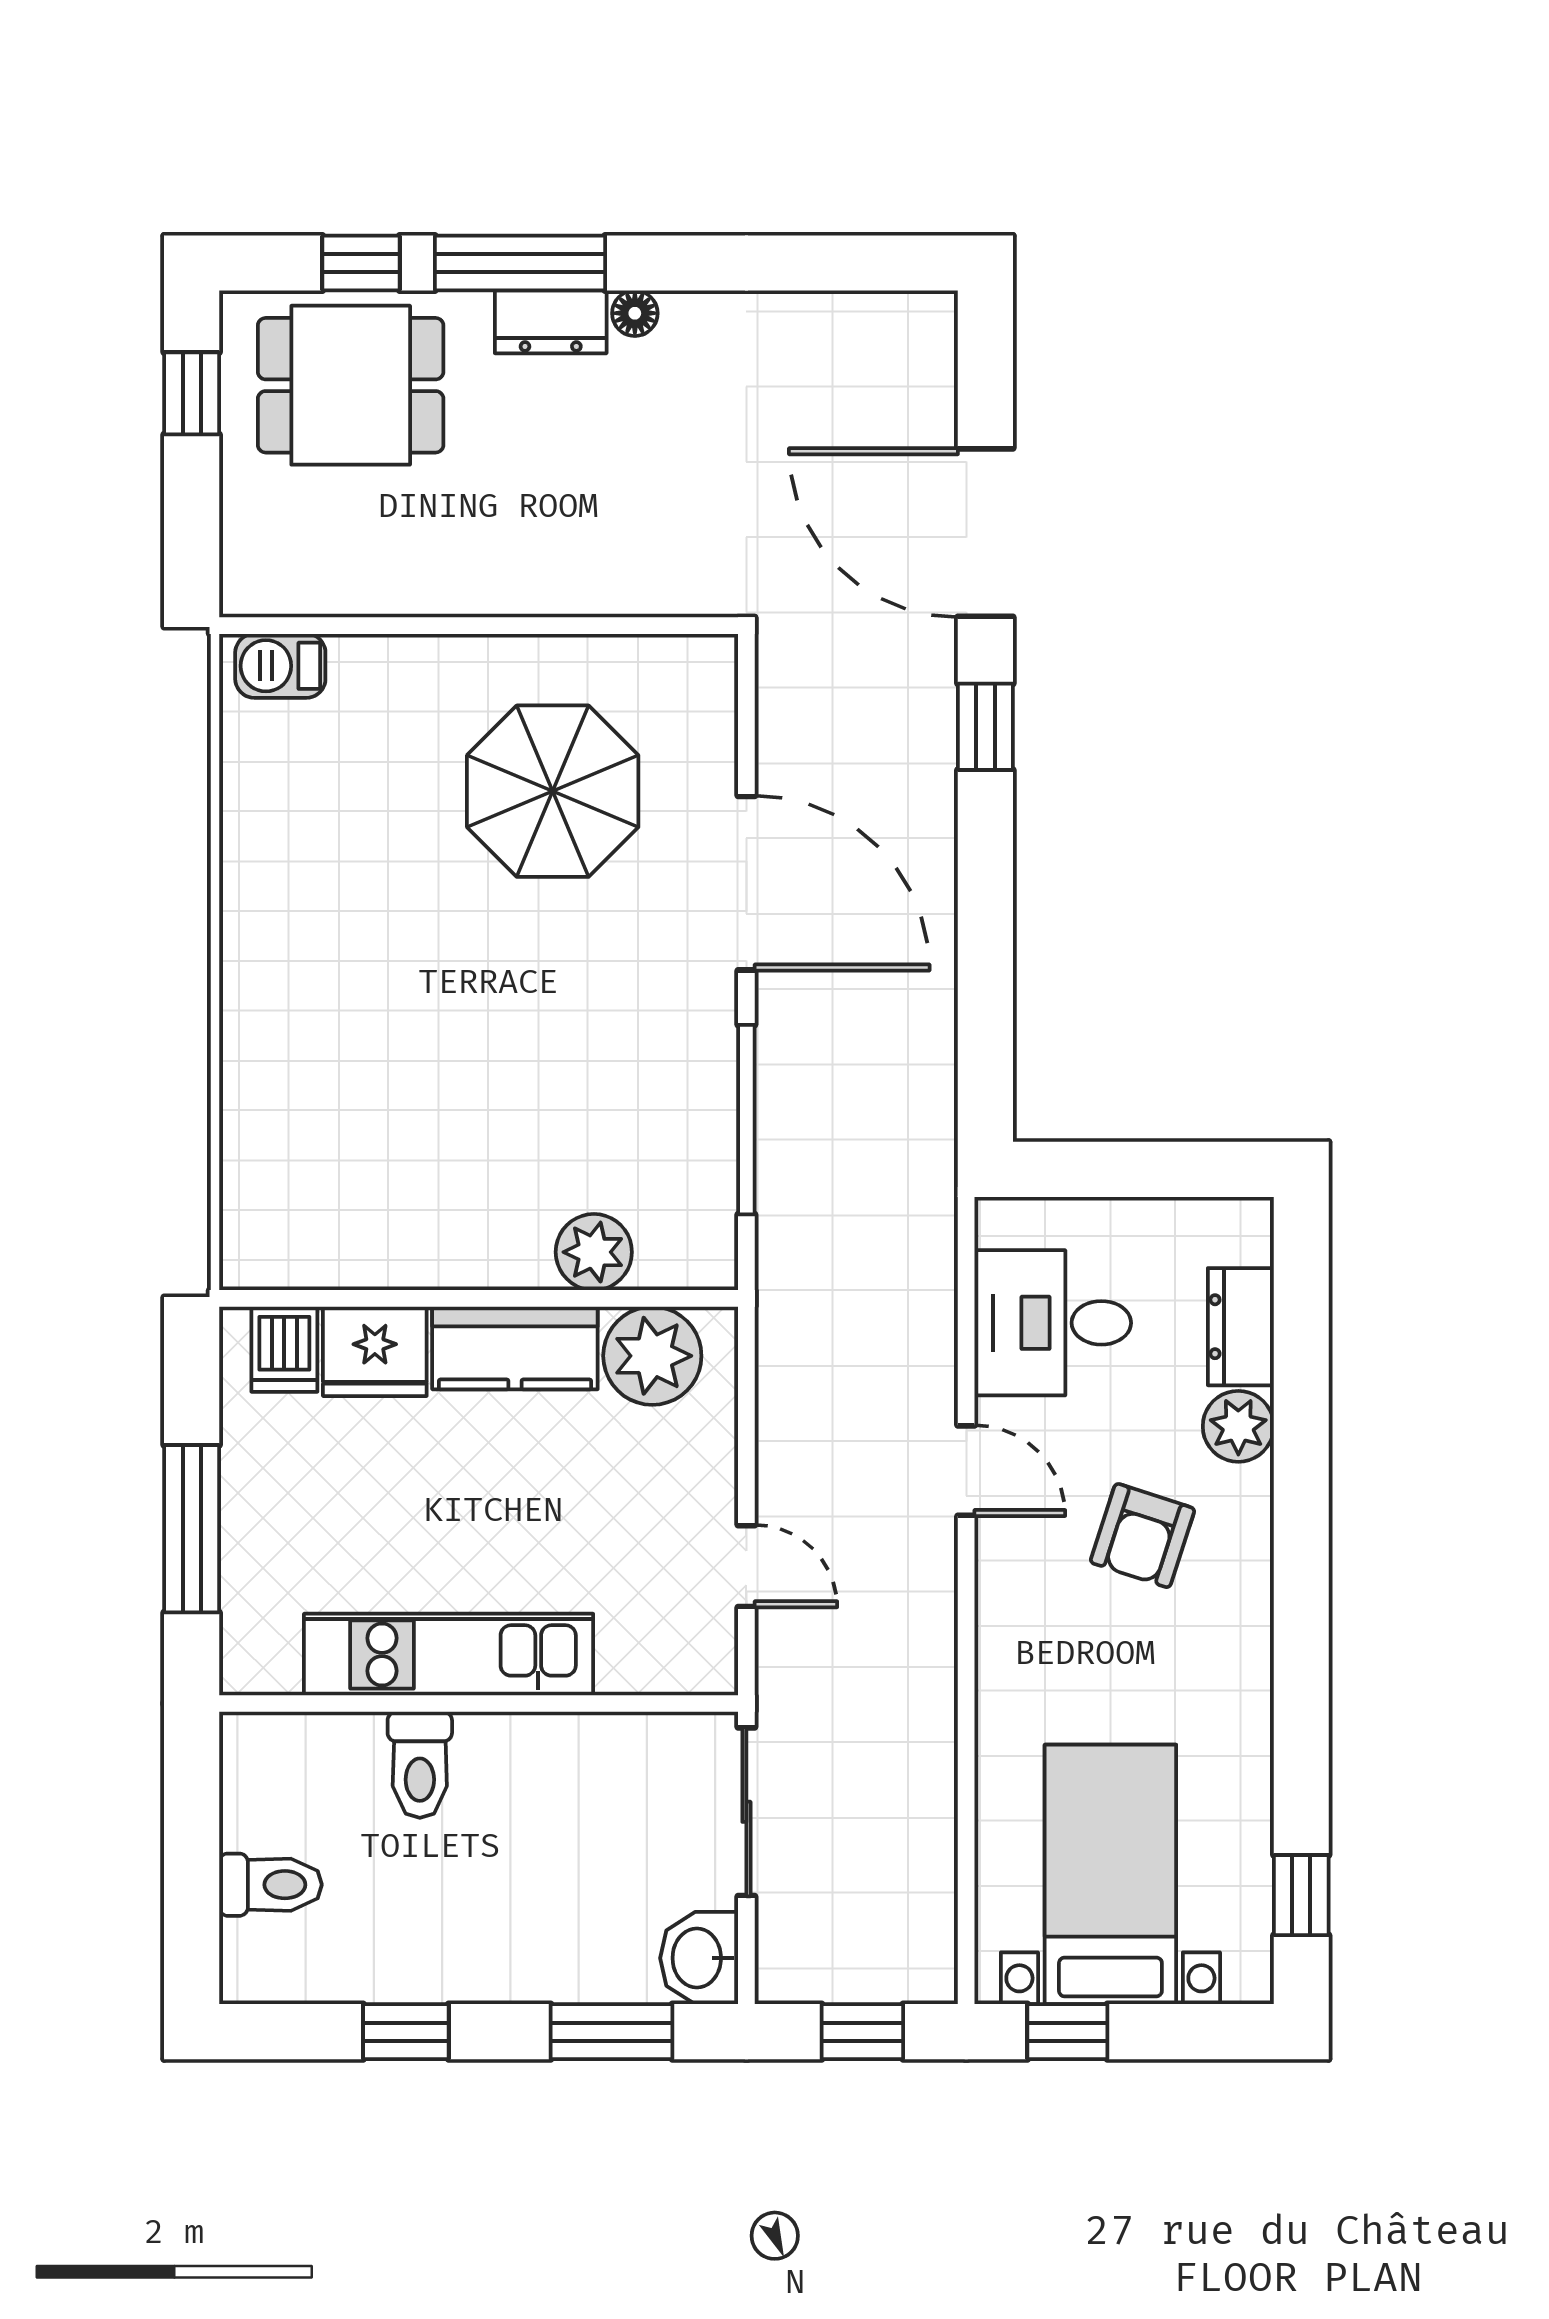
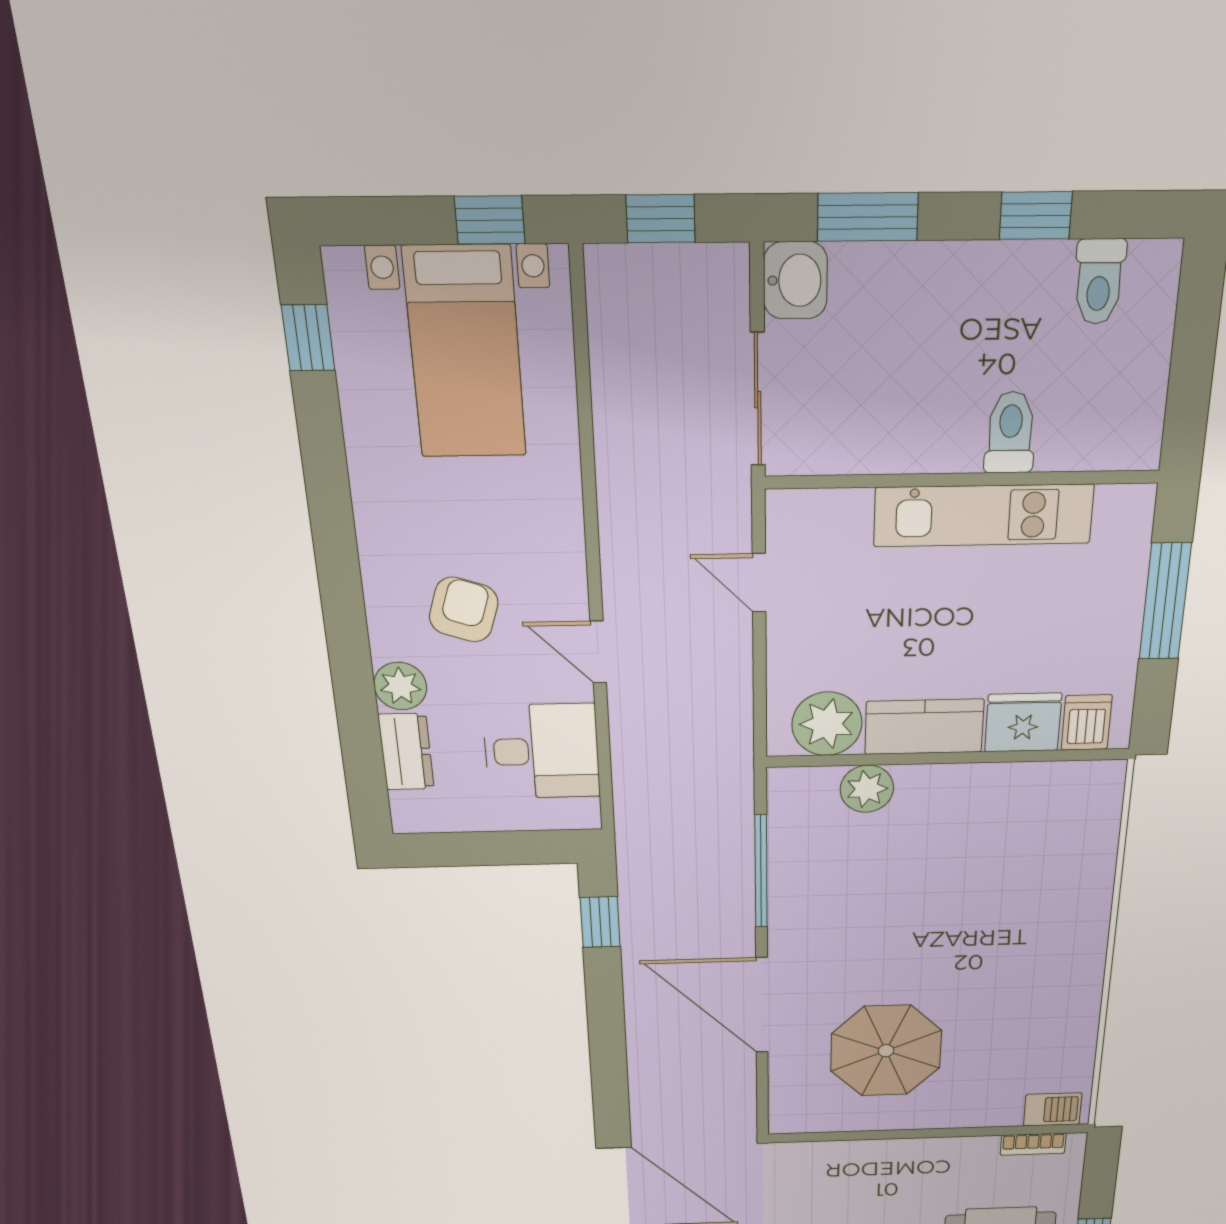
bookcase: (307, 596) -> (1033, 1144), added
window: (985, 727) -> (600, 922), moved
toilet: (270, 1885) -> (1099, 282), moved, turned -90

